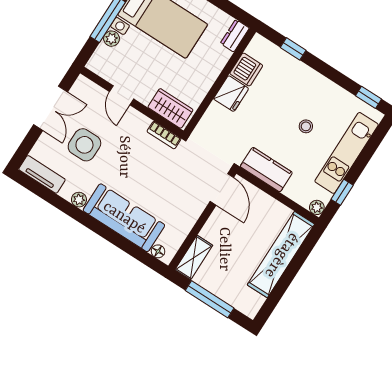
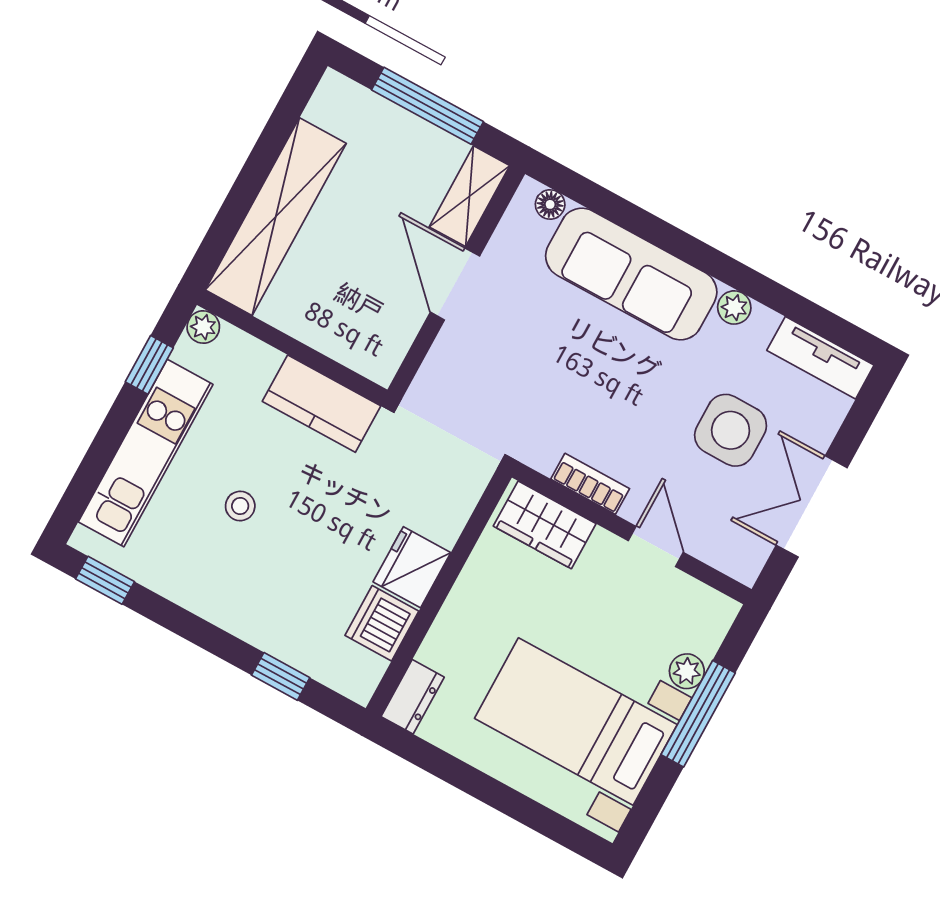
bookcase: (164, 135) -> (590, 484), moved
door: (222, 189) -> (455, 284), moved

